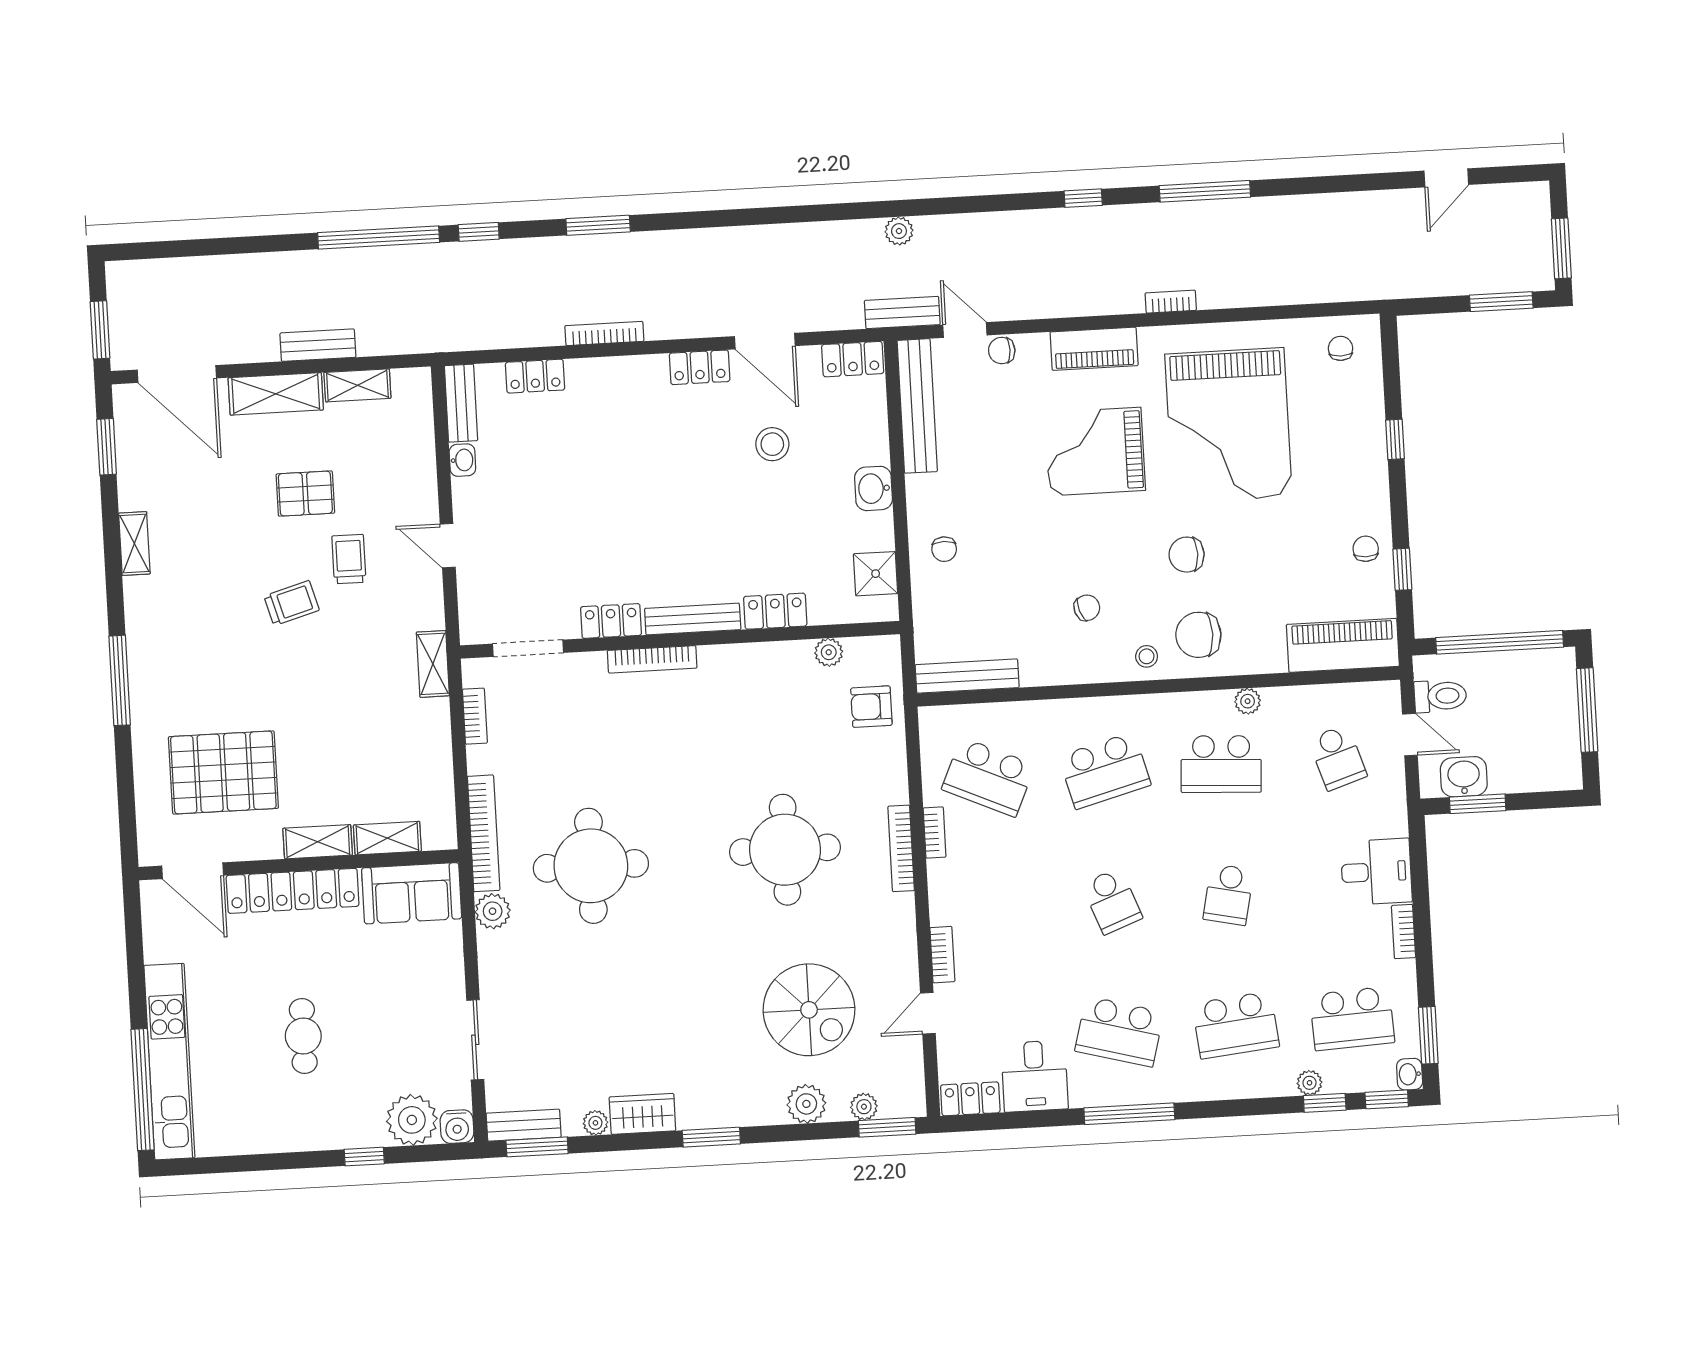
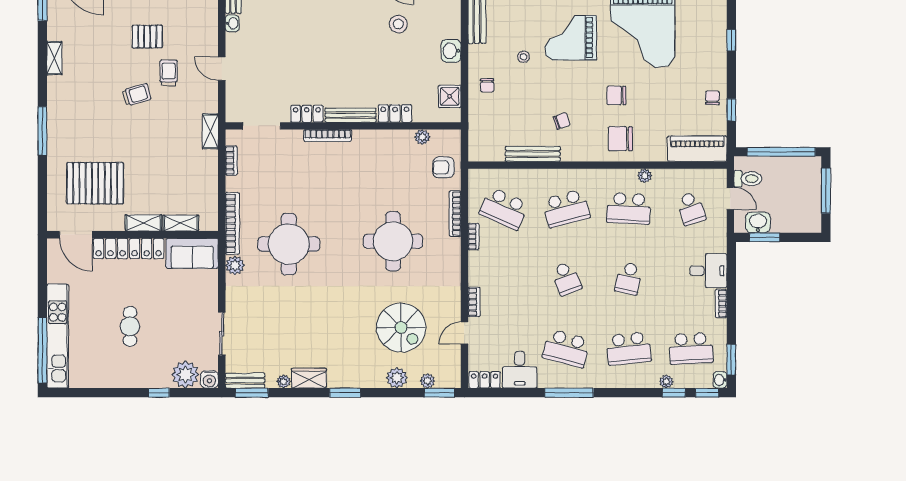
stool: (1147, 656) -> (523, 57), moved
bench: (967, 676) -> (533, 154), moved
bookcase: (901, 848) -> (455, 214), moved

